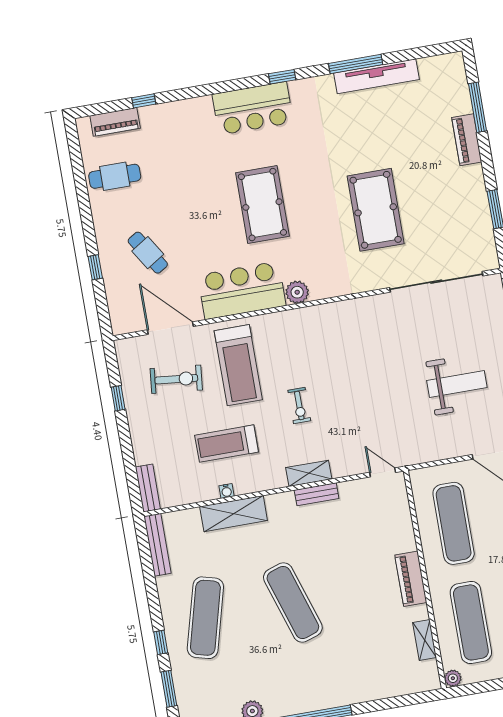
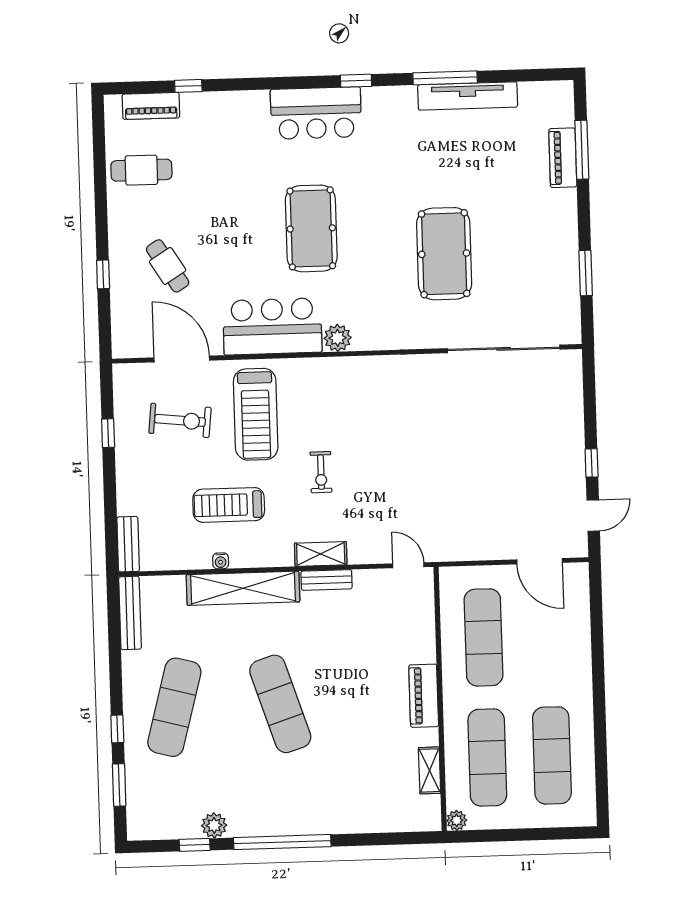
piano: (467, 140) -> (563, 158), moved
weight bench: (457, 384) -> (511, 473), removed
shelving: (234, 514) -> (243, 588), width x1.47

